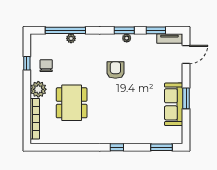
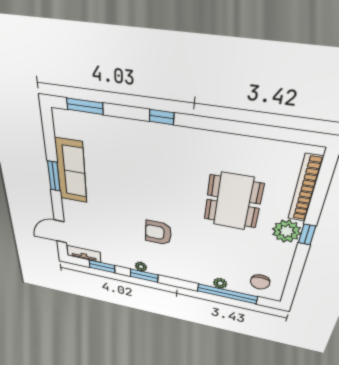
window: (27, 63) -> (307, 235), moved
chair: (46, 66) -> (260, 282), moved
armchair: (115, 70) -> (158, 233), turned 90

